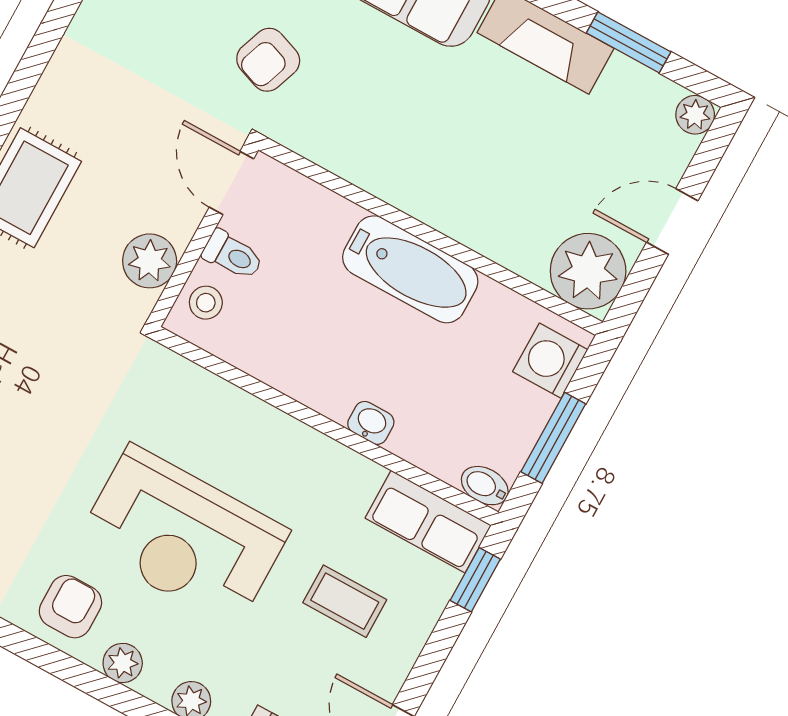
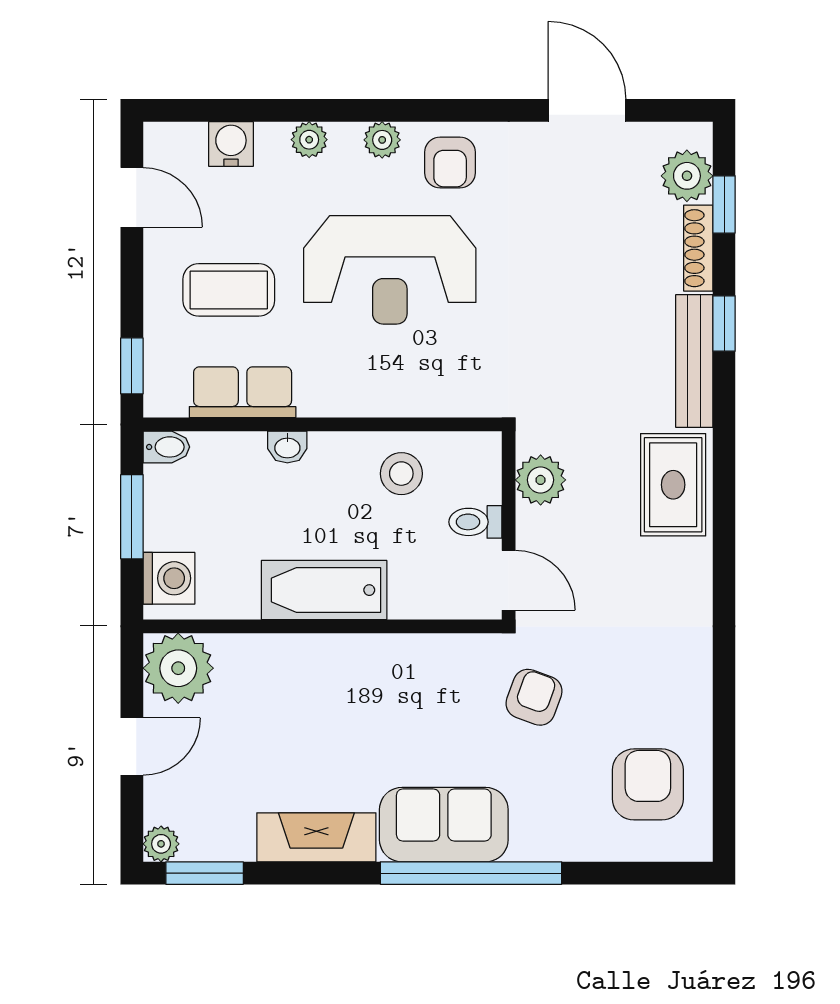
window: (629, 42) -> (205, 873), moved
stool: (206, 303) -> (401, 474), moved, width x1.37, depth x1.37
row of seats: (428, 522) -> (243, 392), moved
reception desk: (183, 537) -> (390, 270), turned 180
coffee table: (345, 601) -> (229, 290), width x1.36, depth x1.30

